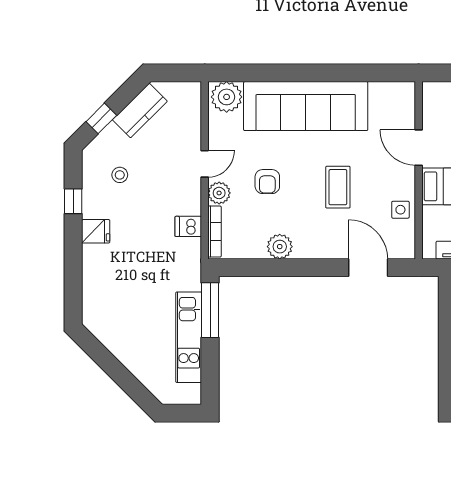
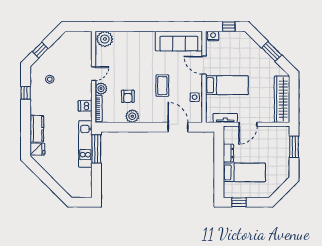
nightstand: (436, 91) -> (213, 36), added
sofa: (306, 106) -> (179, 41), moved, width x0.74, depth x0.79
kitchen counter: (140, 110) -> (37, 129), moved, turned -45
armchair: (267, 182) -> (128, 96), moved
fridge: (96, 231) -> (37, 149), moved
kitchen unit: (189, 337) -> (85, 144), moved

